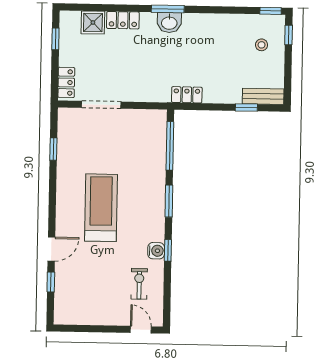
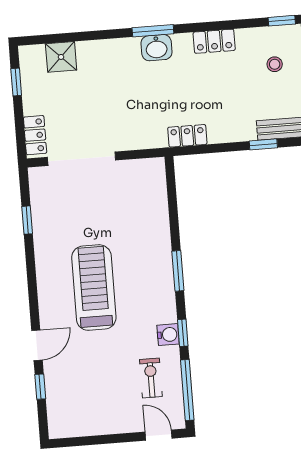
locker: (123, 20) -> (214, 41), moved
doorway: (101, 105) -> (82, 159), width x1.36
window: (170, 146) -> (187, 390), moved

